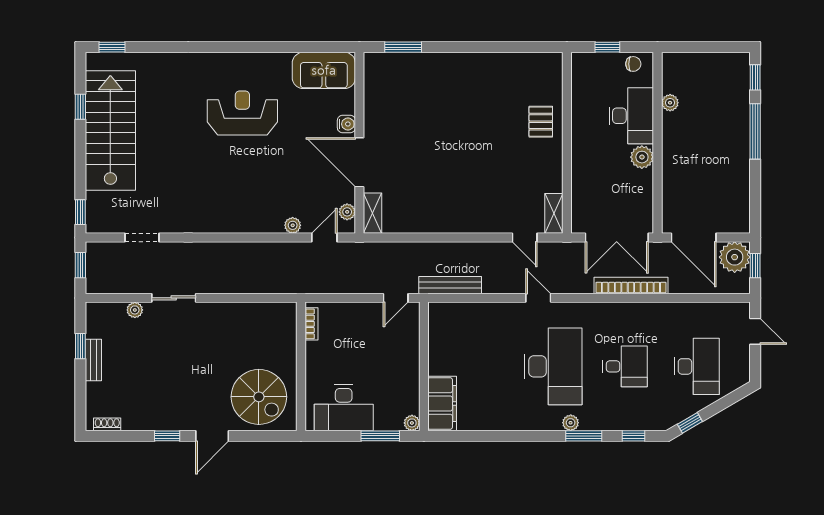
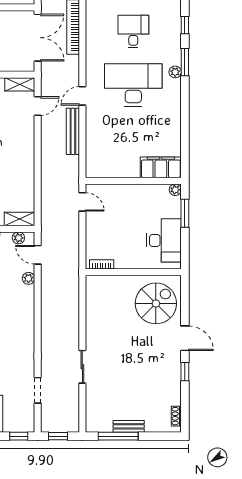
bench: (450, 285) -> (73, 131), moved
plant: (135, 310) -> (91, 396), removed
window: (80, 346) -> (118, 436), width x2.17

